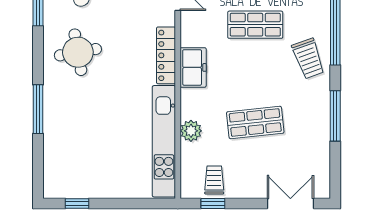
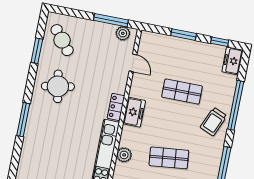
locker: (166, 55) -> (116, 107), width x0.66
trolley: (308, 58) -> (214, 122), turned 43

